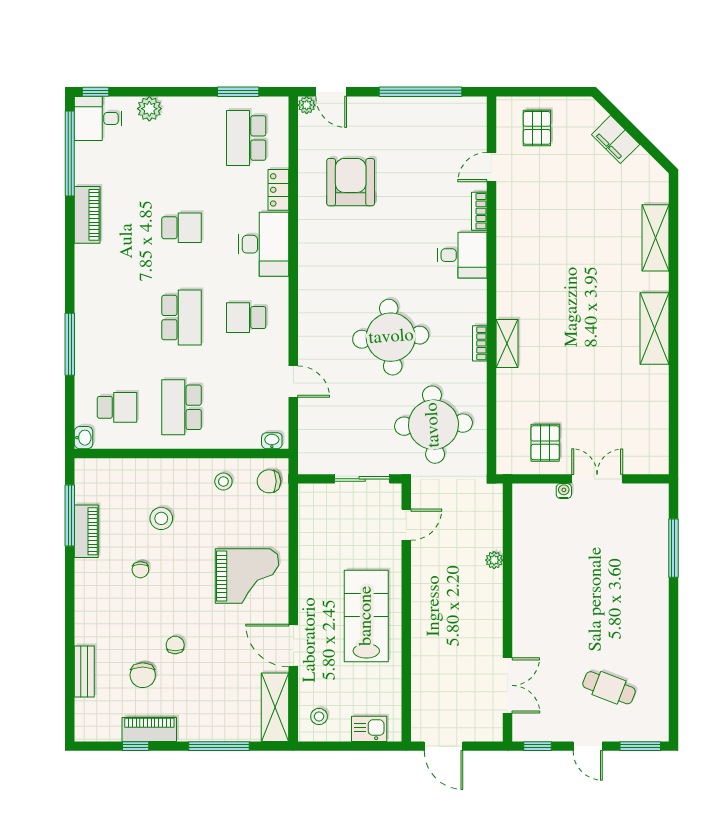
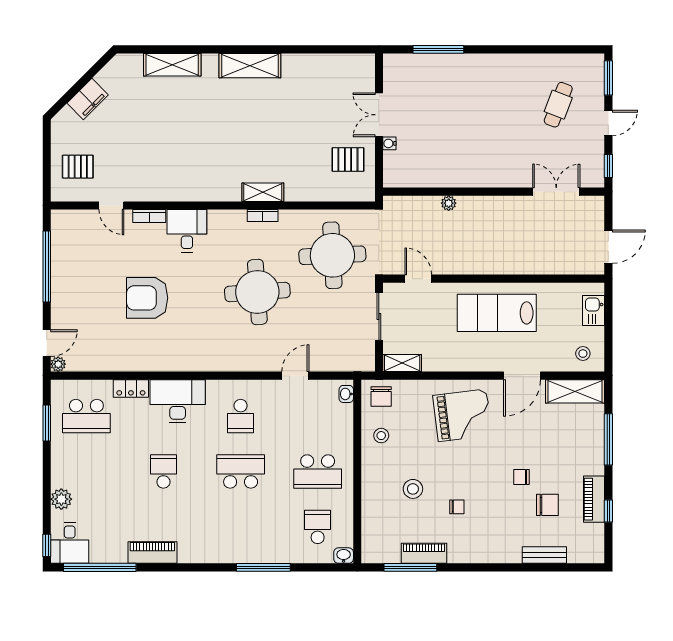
armchair: (351, 182) -> (147, 298), moved
shelving: (308, 506) -> (402, 363), added
grand piano: (247, 576) -> (462, 415), turned 83

